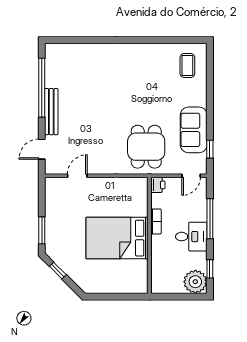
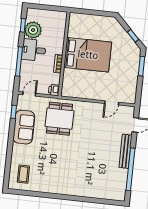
plant: (195, 282) -> (33, 30), moved

